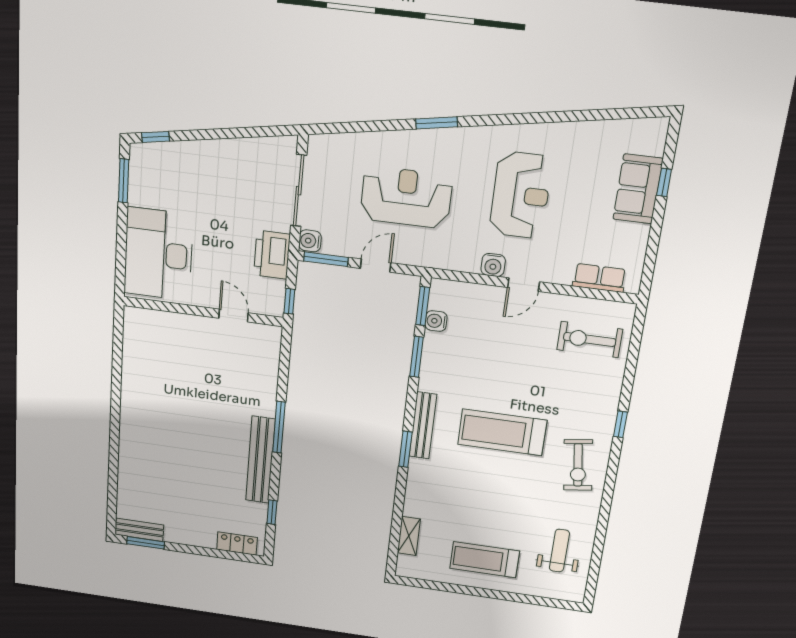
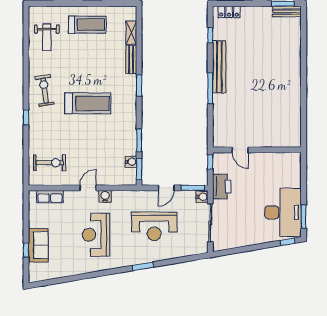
desk: (158, 254) -> (283, 212), moved
bench: (423, 425) -> (131, 60), moved, width x0.73

